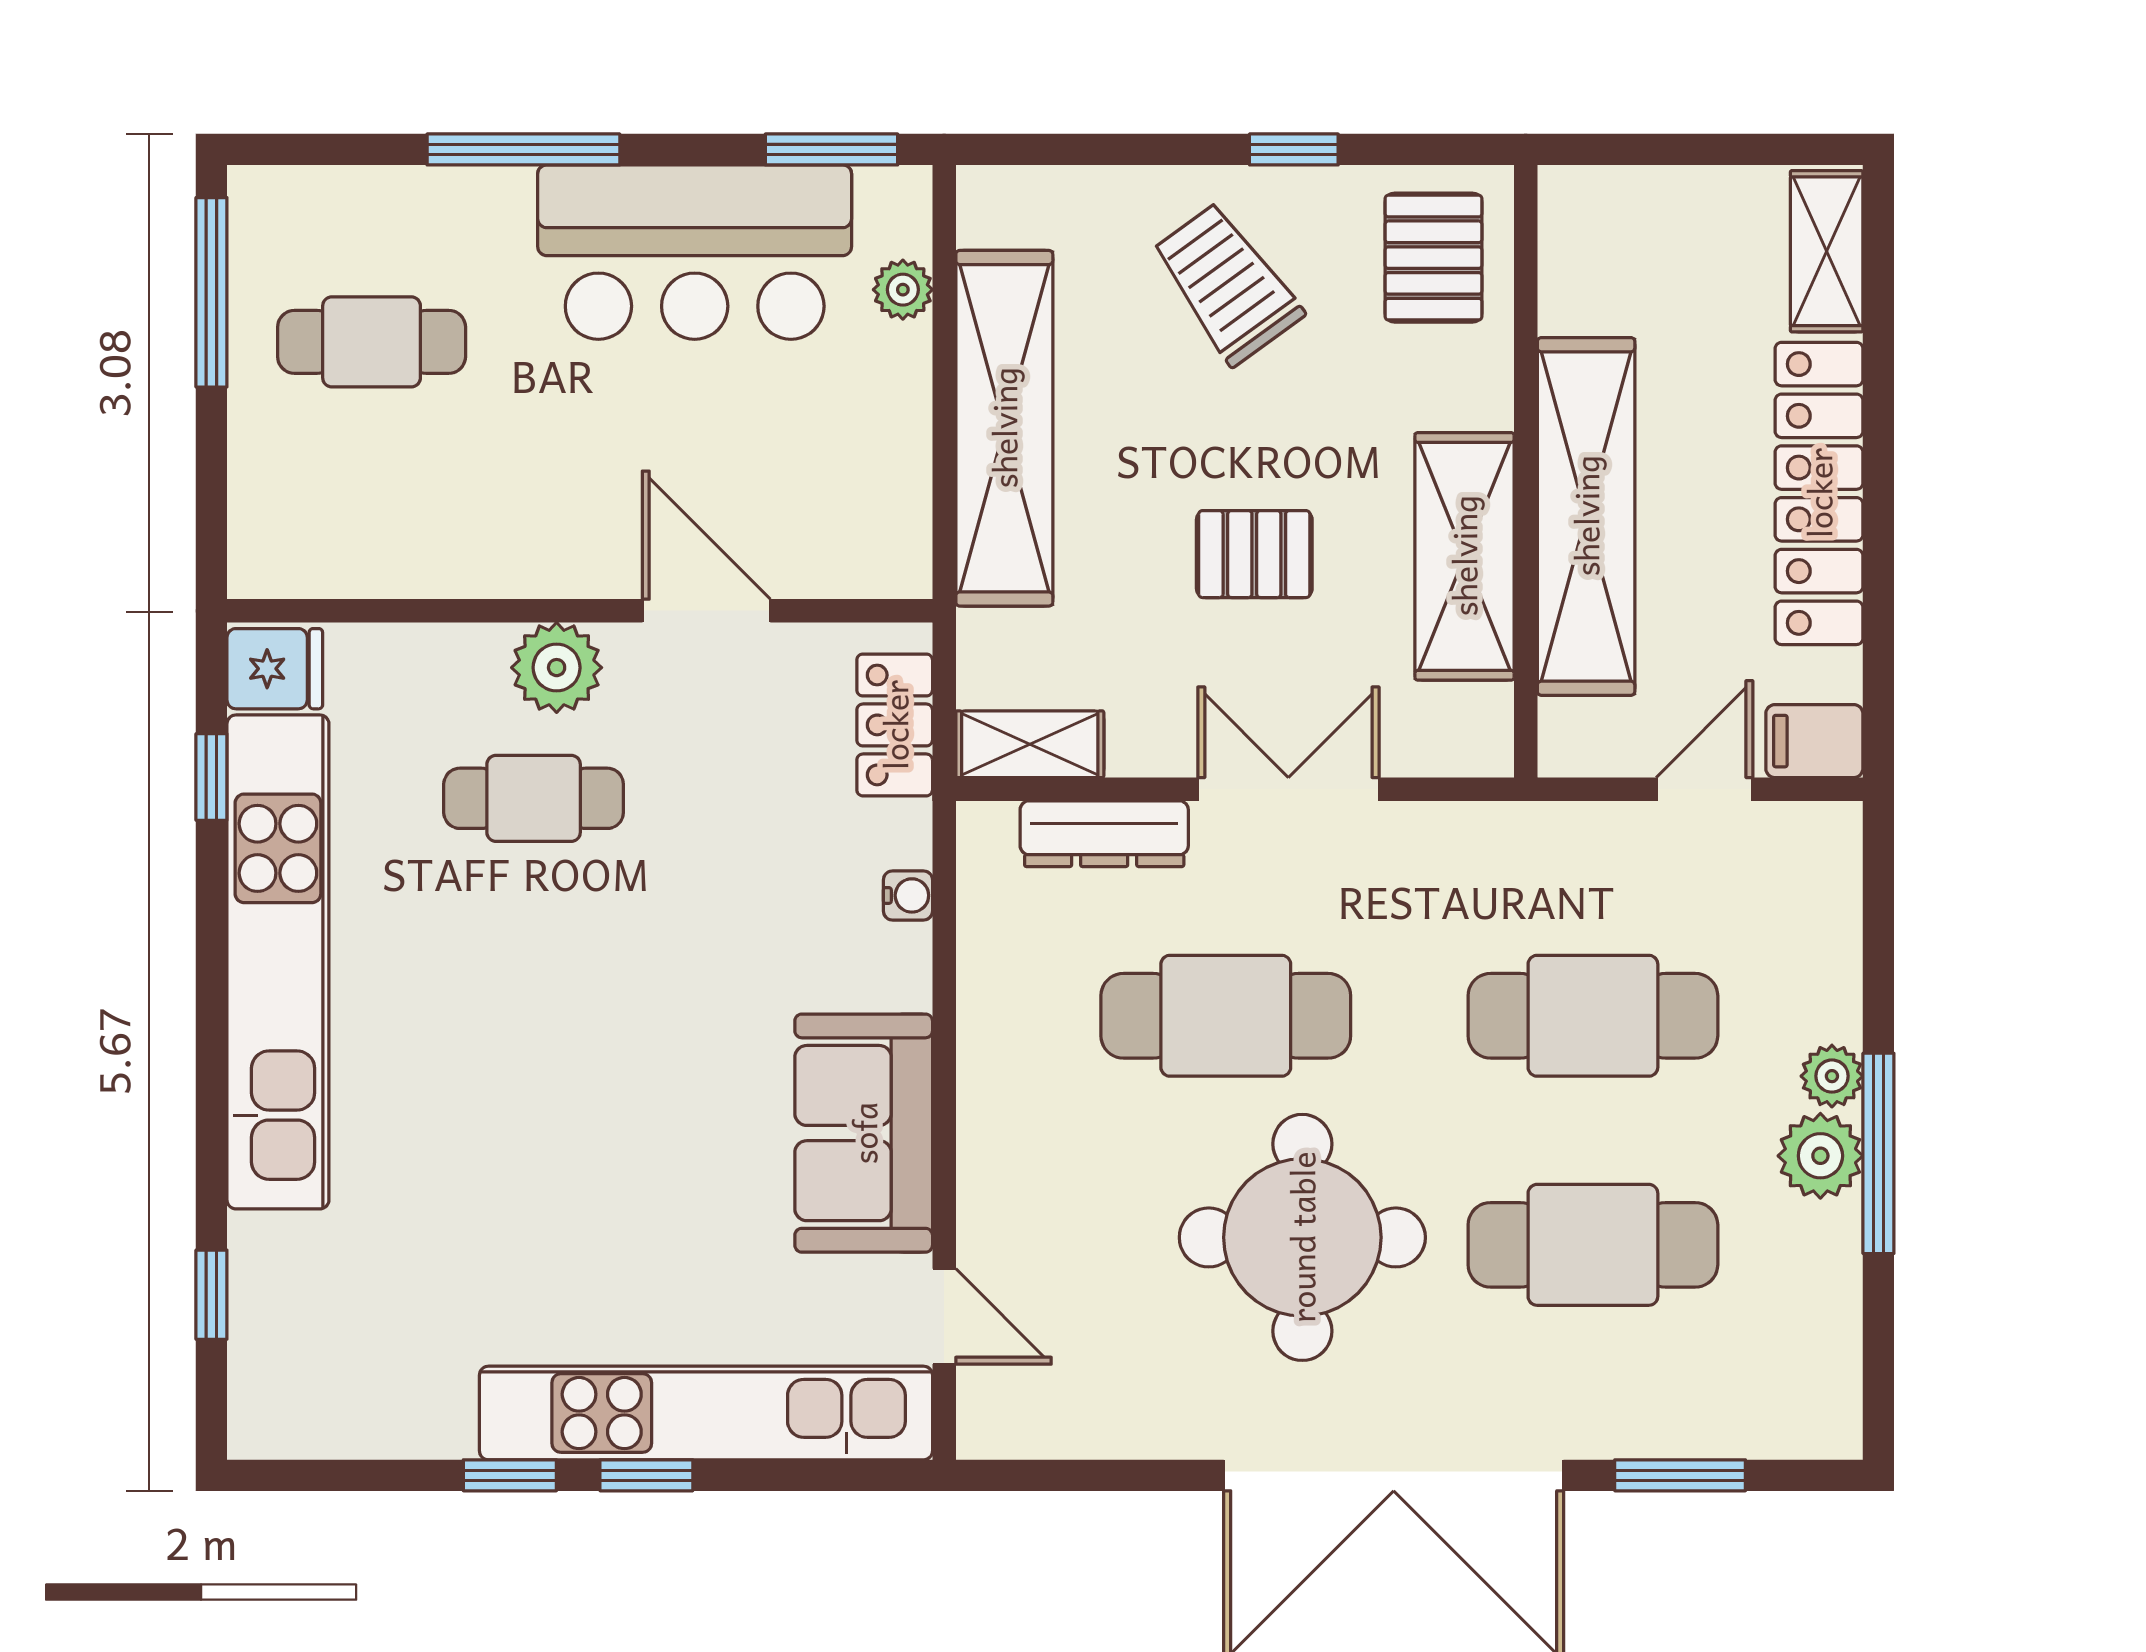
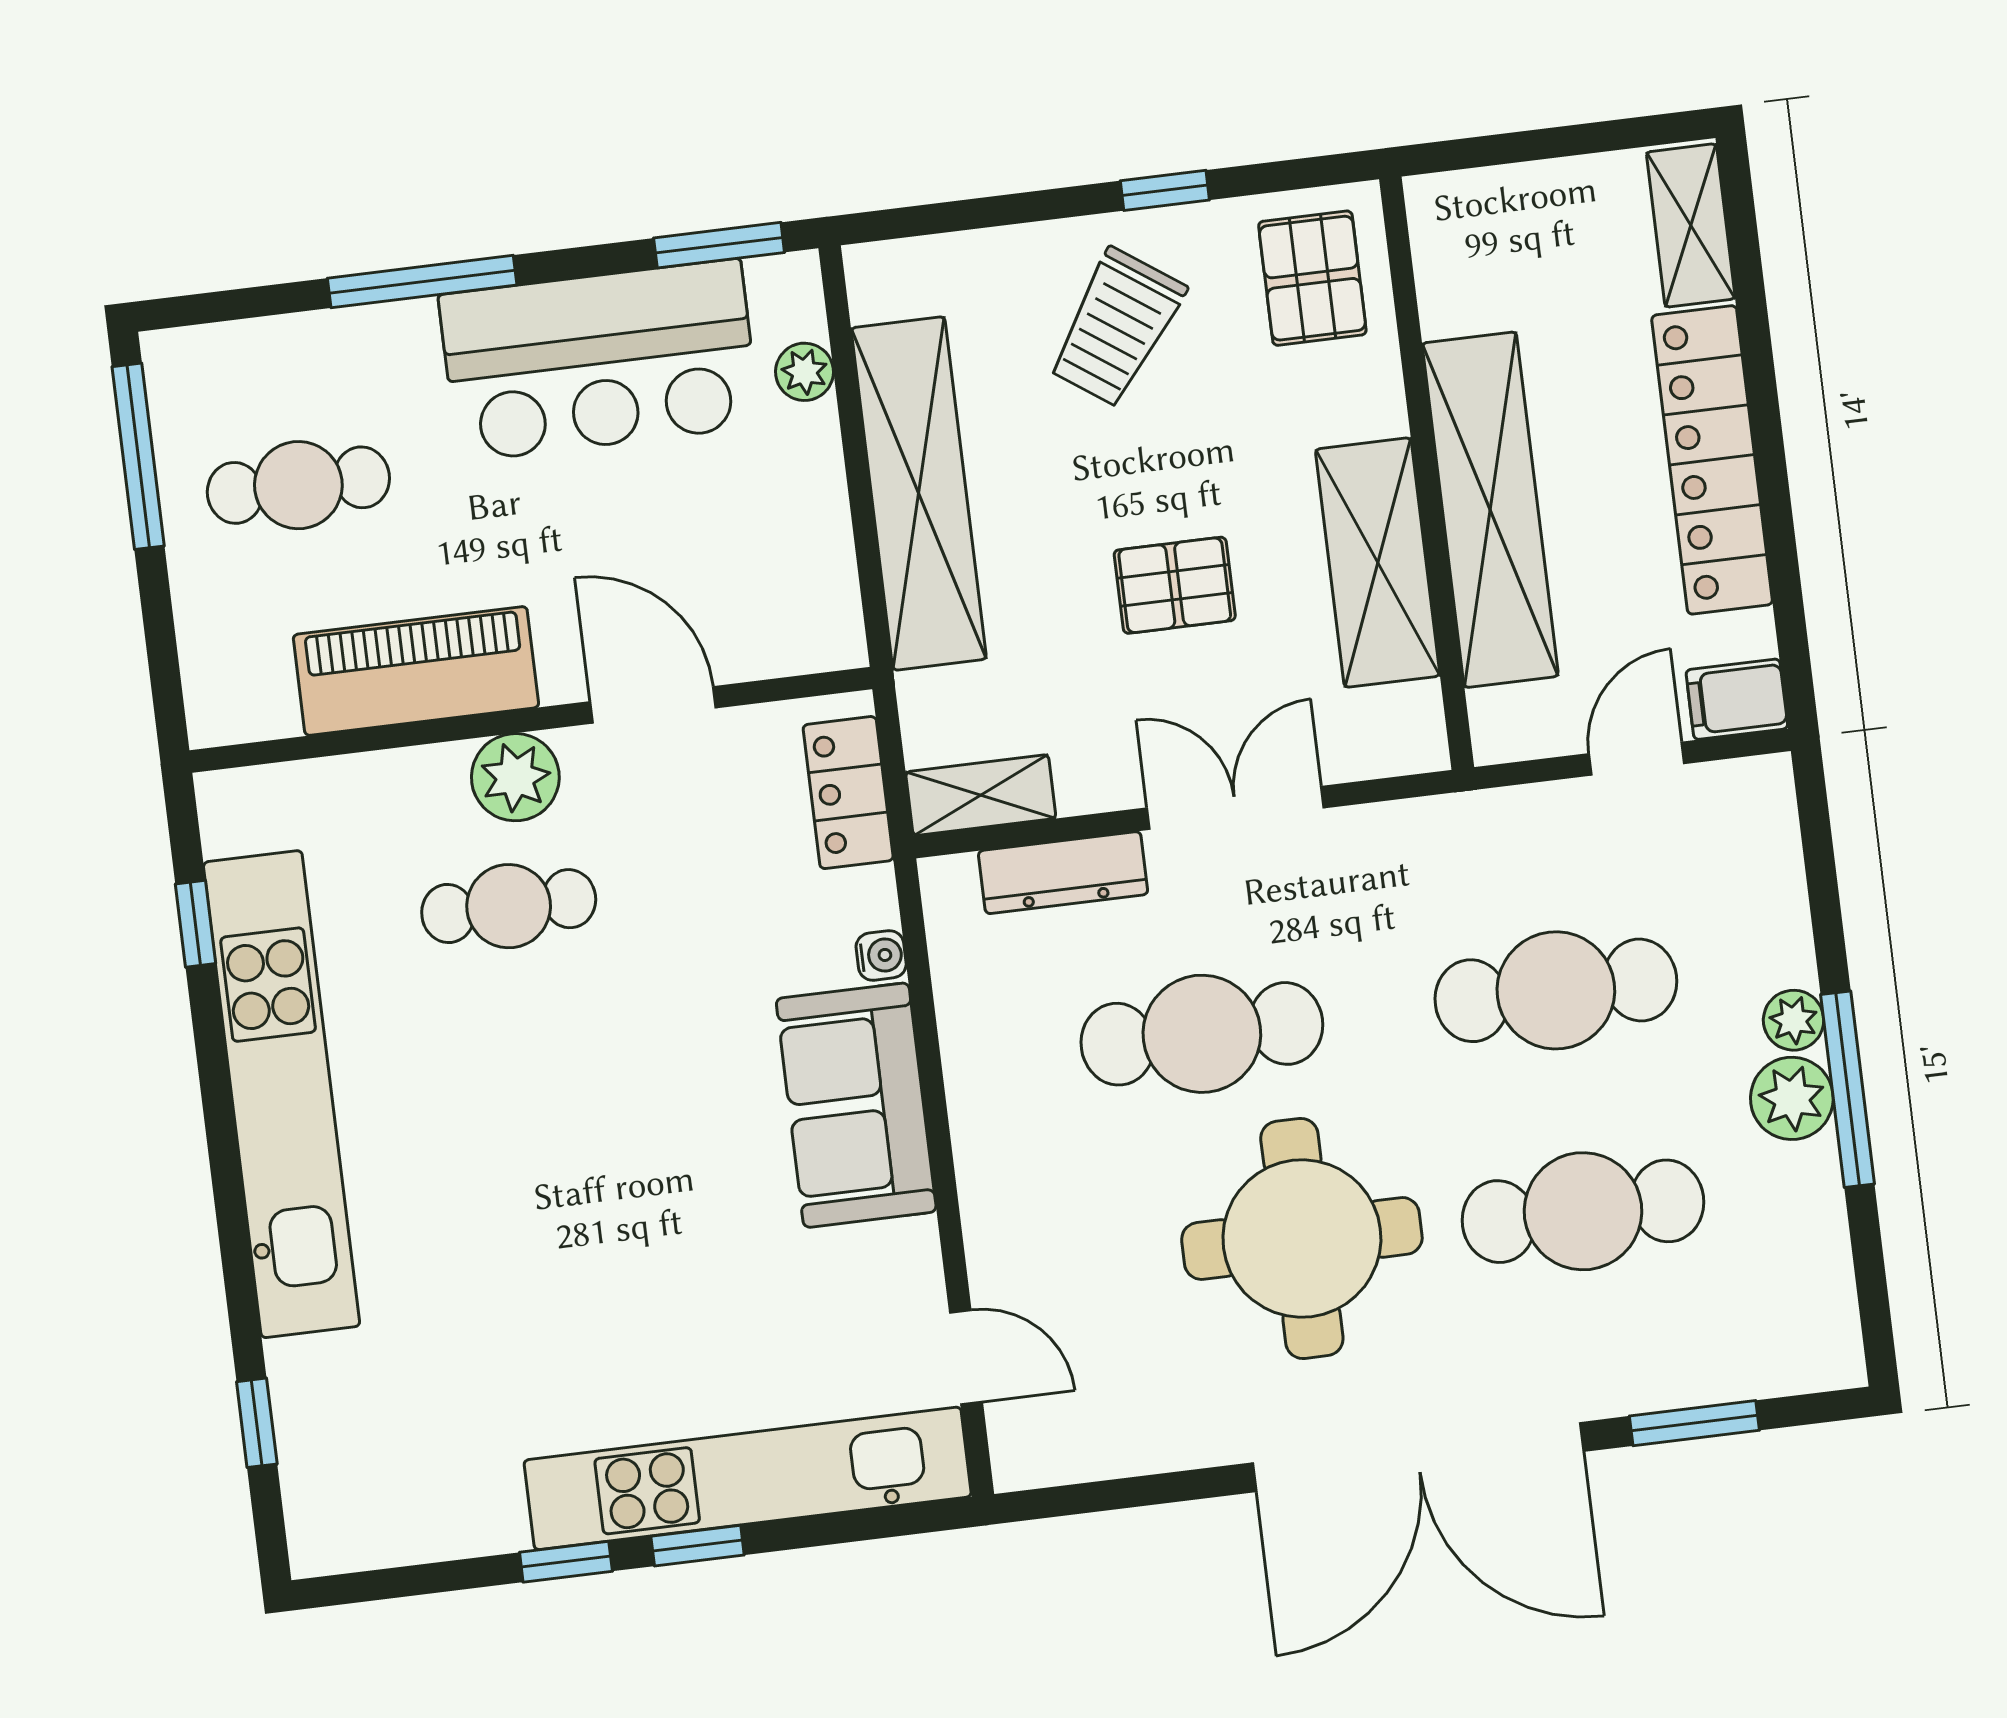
trolley: (1227, 284) -> (1116, 328), turned -109
piano: (468, 547) -> (416, 671), added
fridge: (275, 669) -> (244, 812), removed
sofa: (864, 1133) -> (856, 1105), moved

